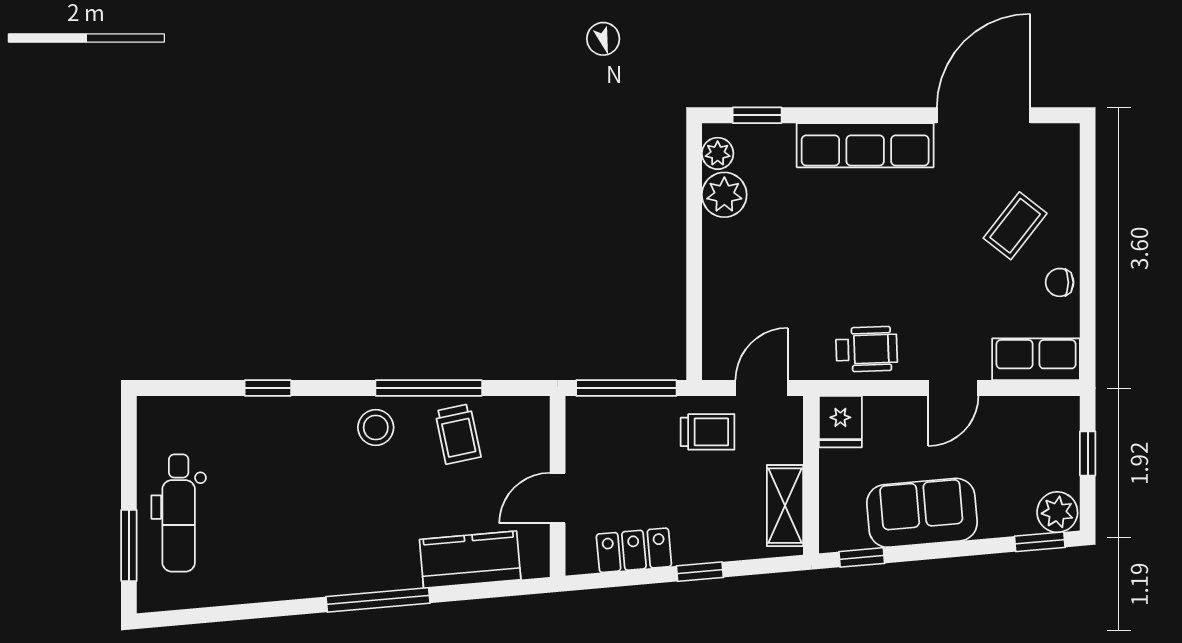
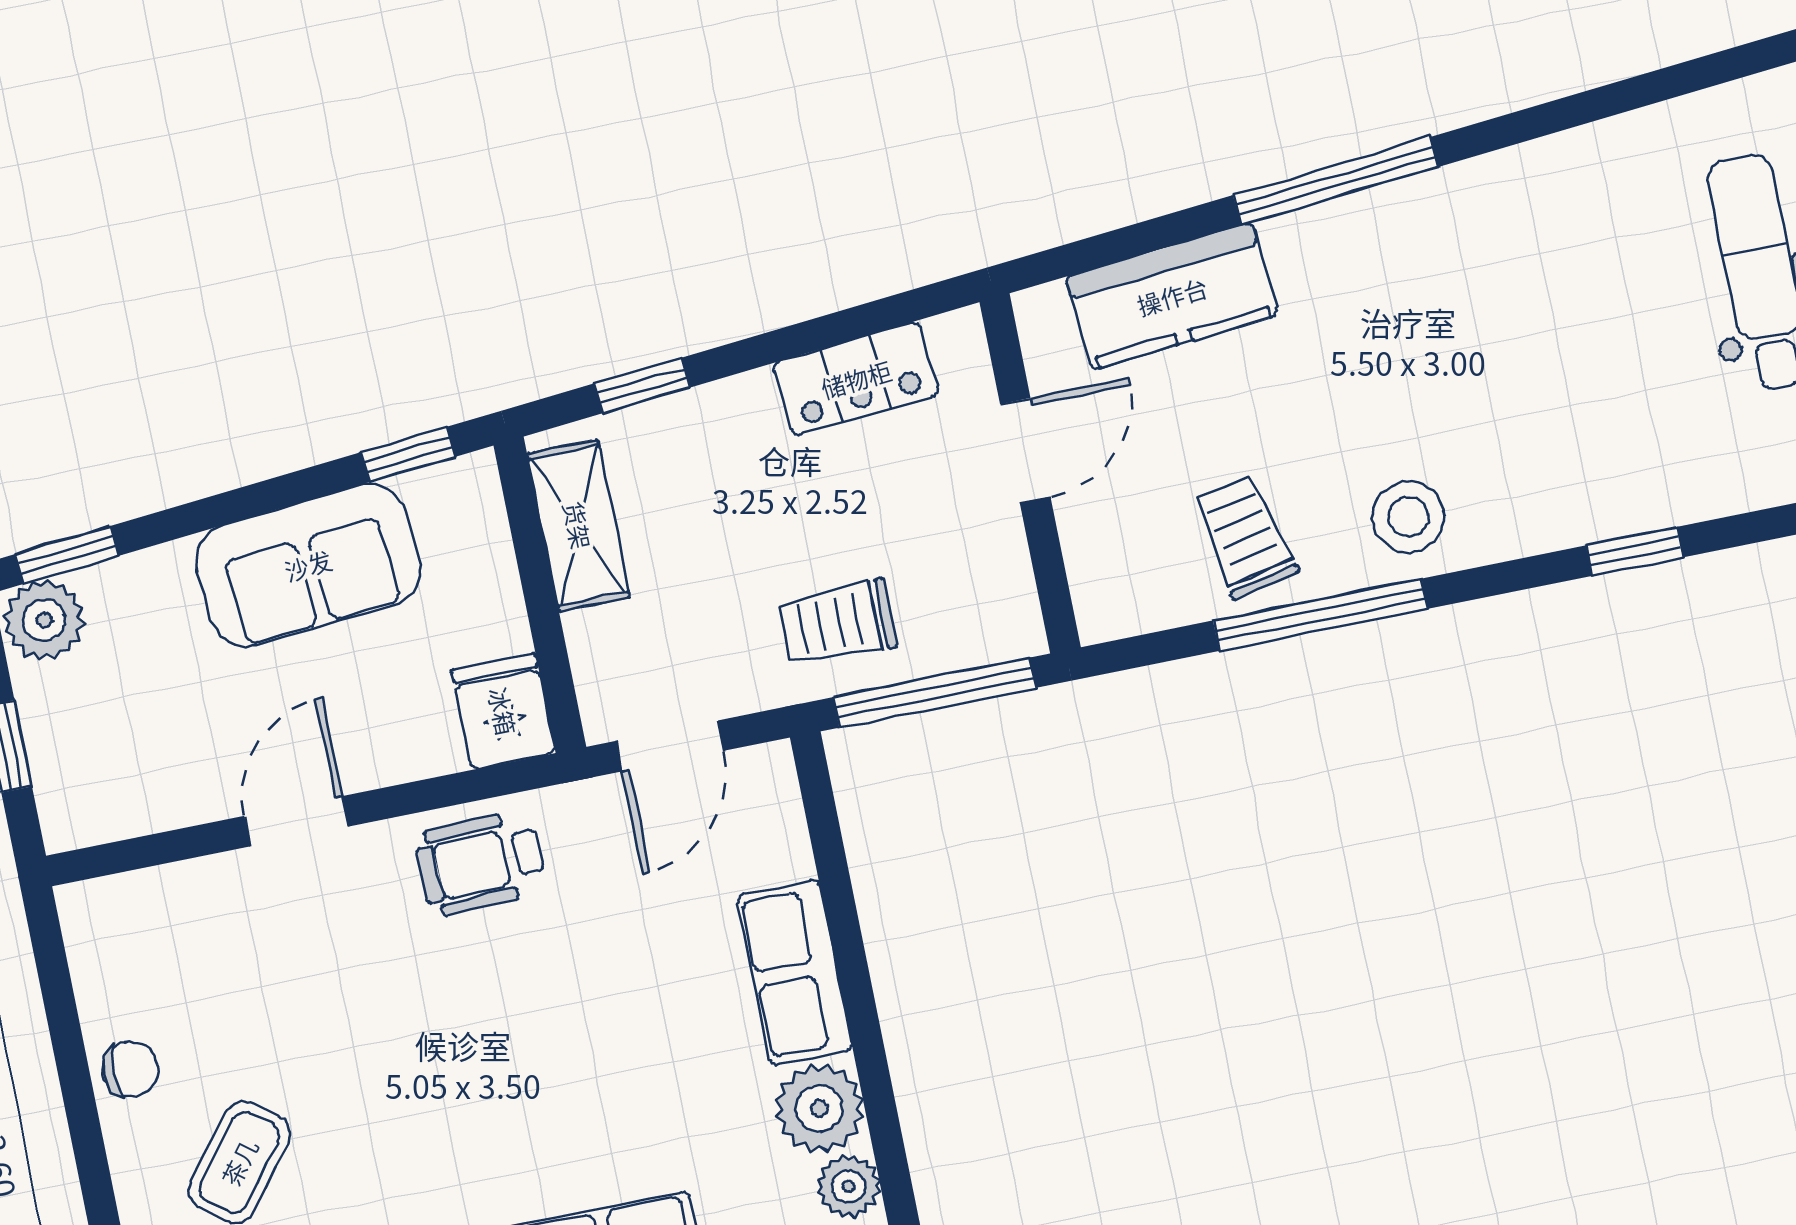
row of seats: (1036, 359) -> (795, 972), moved, turned 90
trolley: (708, 432) -> (837, 623), moved
window: (700, 572) -> (642, 385), moved

